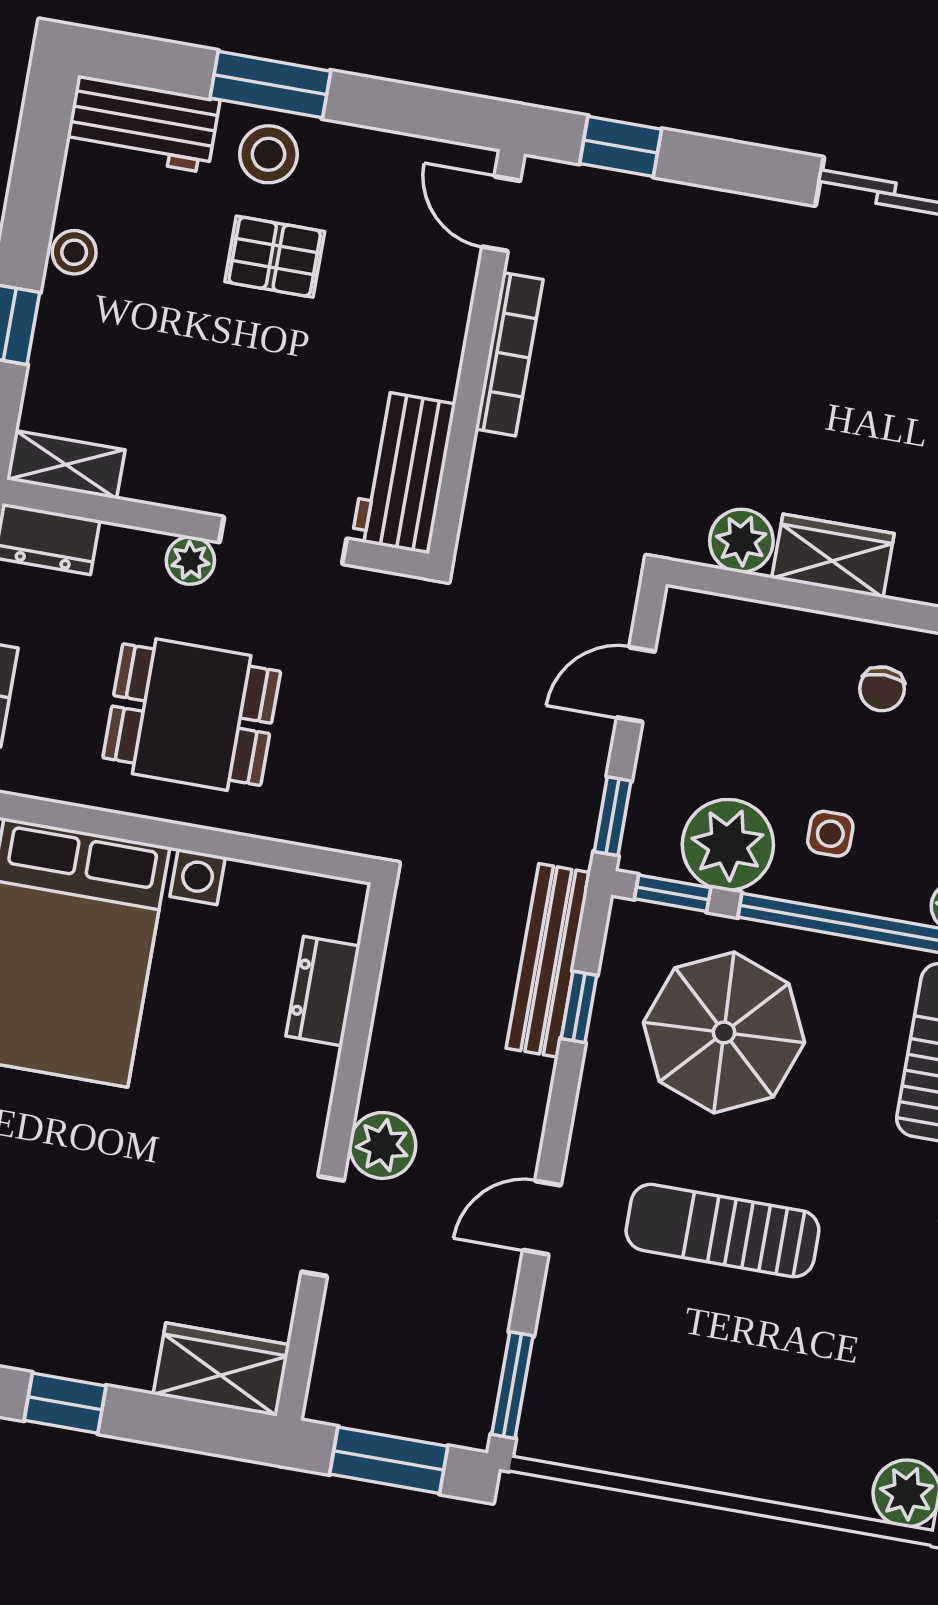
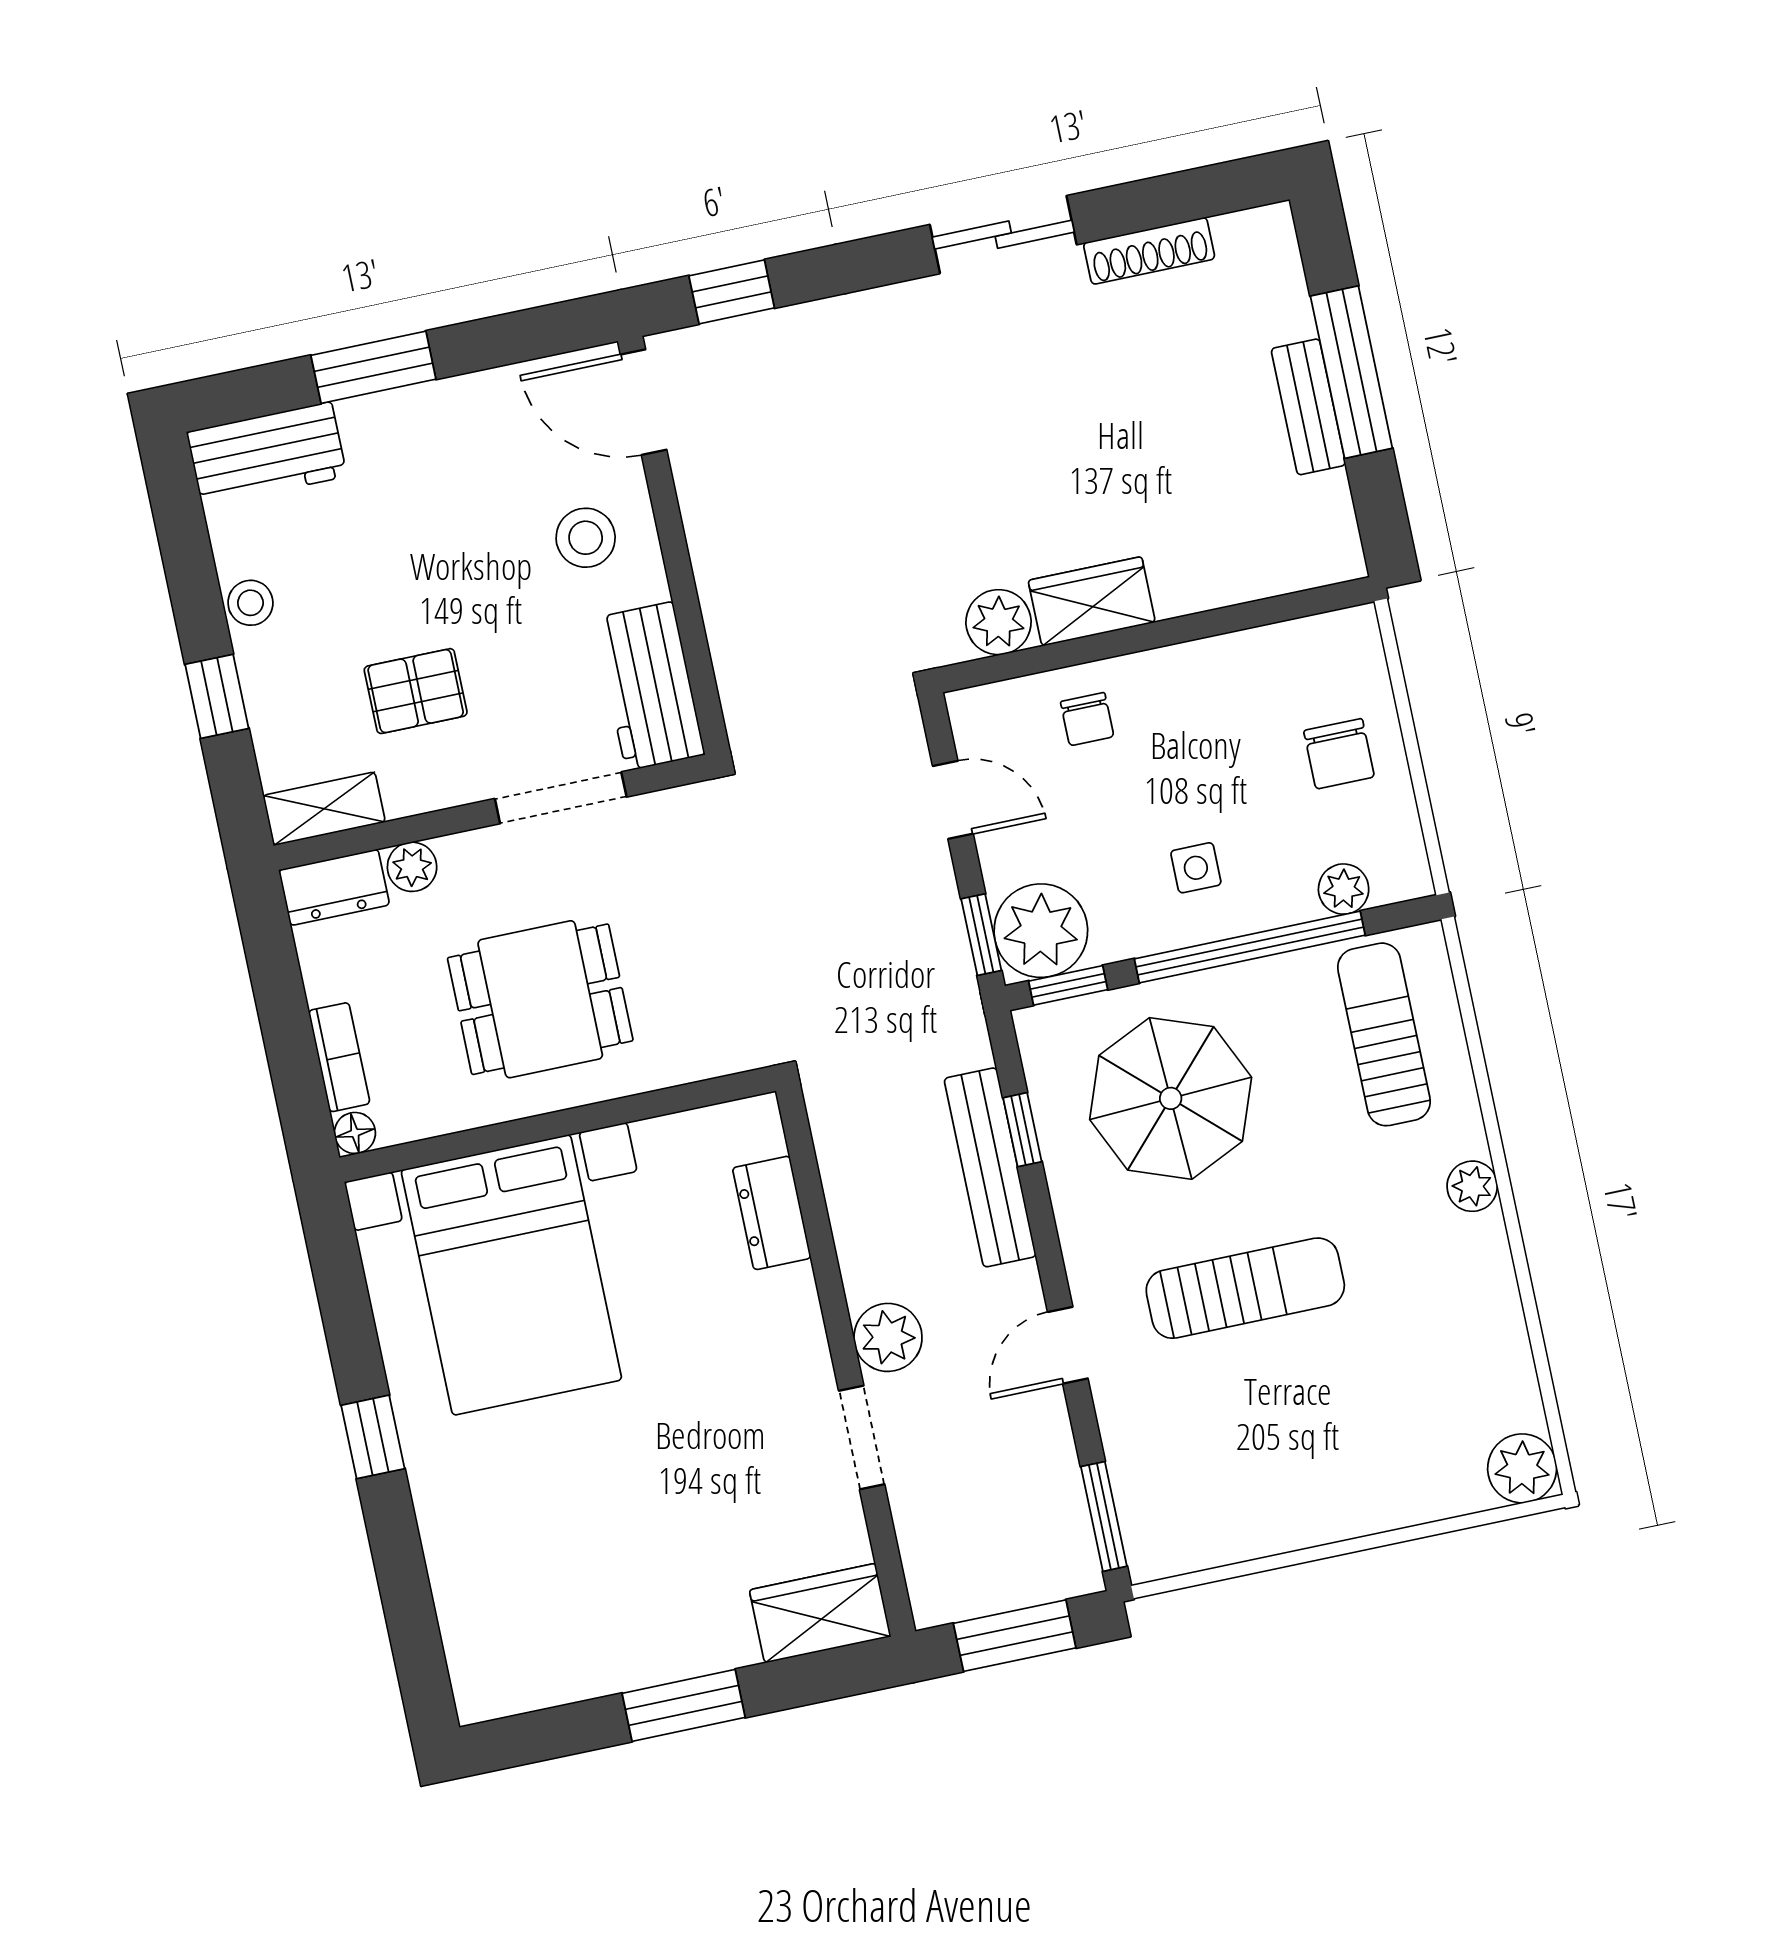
stool: (268, 154) -> (586, 538), moved
door: (501, 214) -> (644, 402), width x1.38
pallet: (275, 257) -> (416, 691), moved
bookcase: (509, 354) -> (705, 533), removed
plant: (190, 560) -> (412, 867), moved
door: (636, 684) -> (953, 800), swing flipped
chair: (882, 689) -> (1087, 719), moved
plant: (728, 845) -> (1041, 931), moved
bench: (548, 960) -> (990, 1167), moved
sun lounger: (722, 1231) -> (1245, 1288), turned 180
window: (65, 1403) -> (684, 1705), width x1.50

